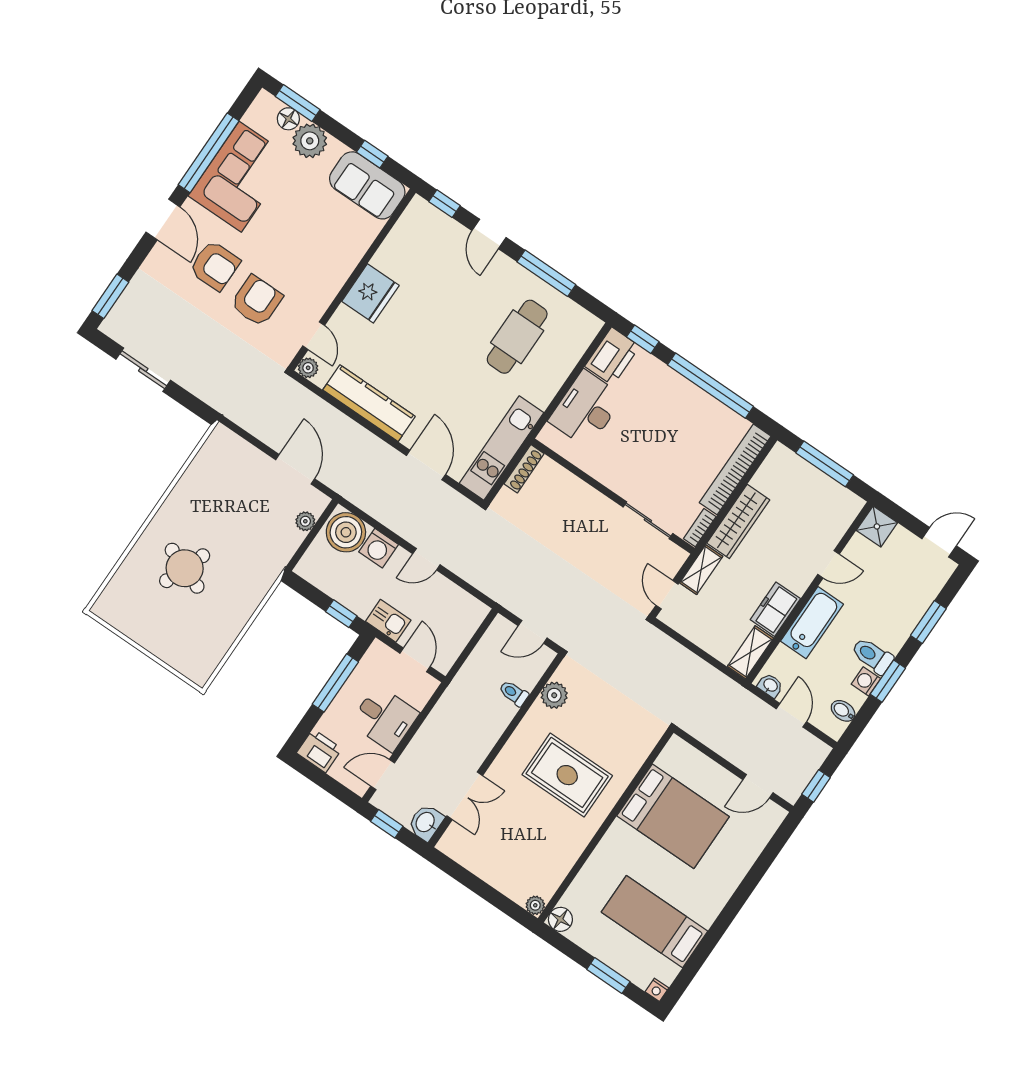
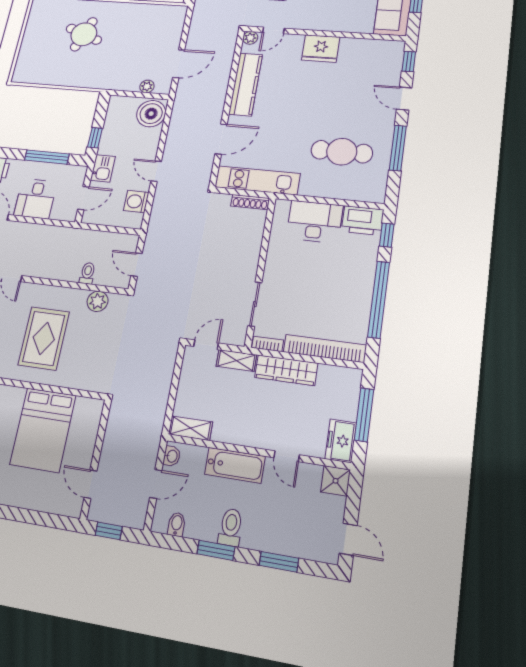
door: (489, 234) -> (404, 99), hinge flipped
washing machine: (379, 548) -> (136, 202), moved
freezer: (775, 609) -> (341, 441), moved, turned -90
washing machine: (866, 681) -> (208, 532), removed

